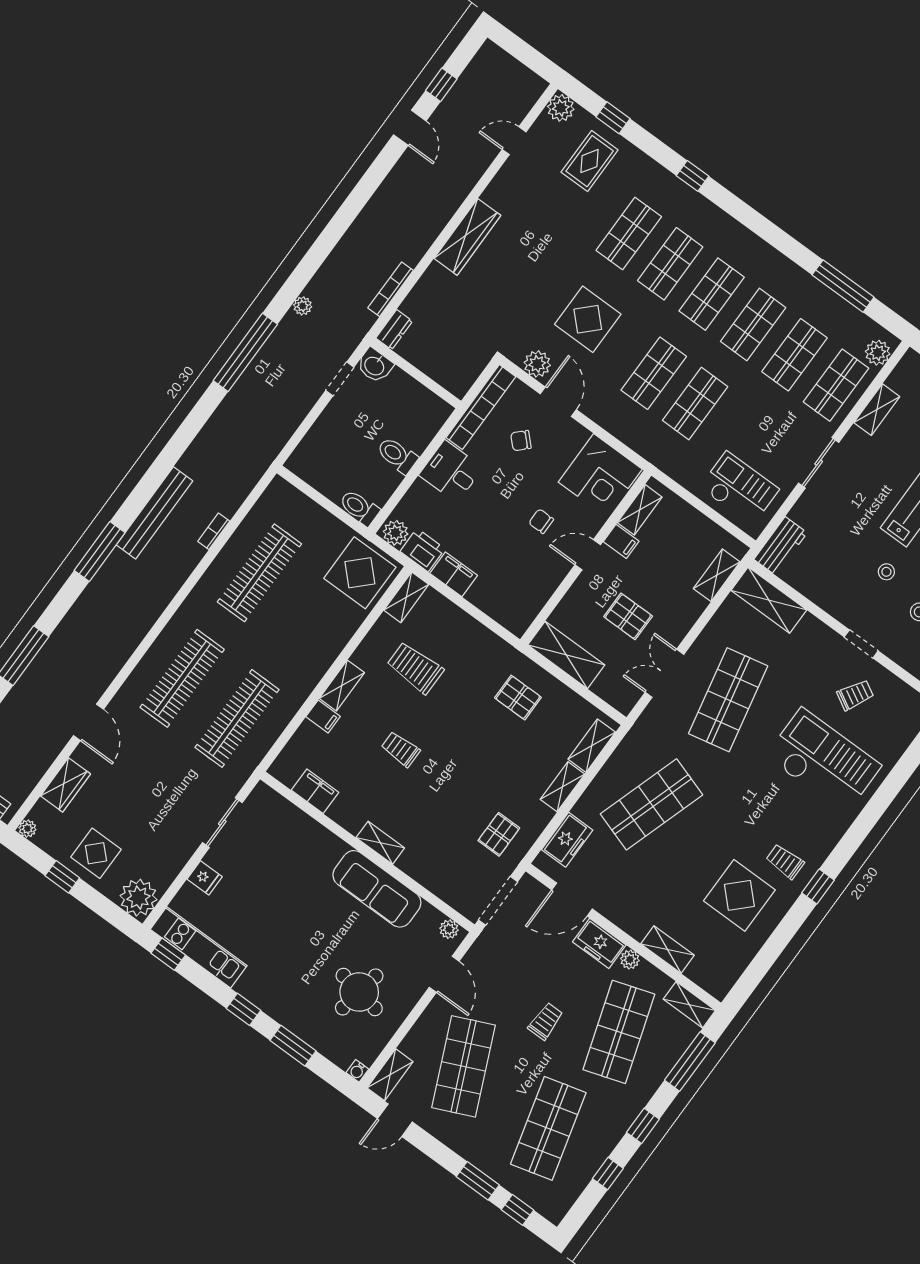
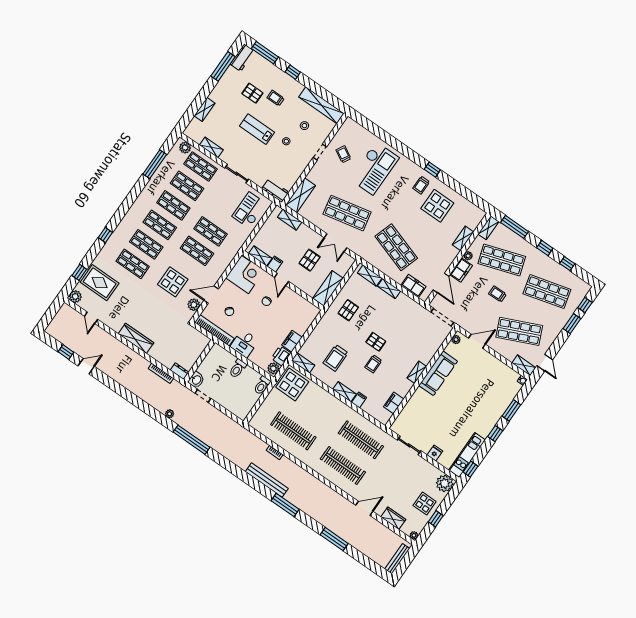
rug: (590, 161) -> (100, 283), width x1.36, depth x1.43
checkout: (823, 761) -> (374, 168), turned 180
pallet: (499, 834) -> (376, 342), moved
round table: (359, 992) -> (486, 380), removed

